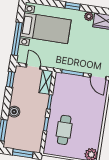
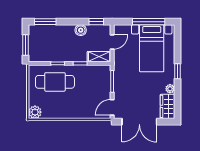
window: (17, 39) -> (149, 22), moved
boiler: (14, 112) -> (81, 30), moved
cafe table: (64, 130) -> (55, 82), width x1.37, depth x1.35

